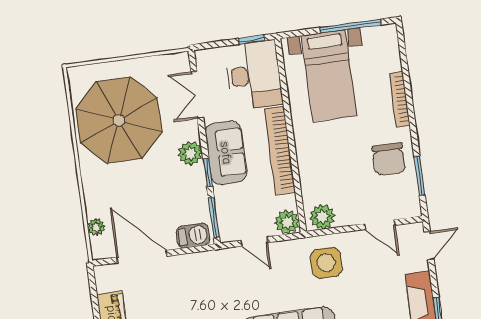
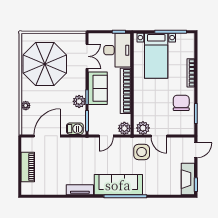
double door: (197, 95) -> (87, 56), swing flipped
plant: (190, 153) -> (79, 101), moved
chair: (389, 159) -> (181, 103), turned 180
door: (380, 225) -> (159, 136), moved
plant: (96, 227) -> (26, 106), moved
door: (254, 241) -> (106, 136), hinge flipped
door: (142, 257) -> (47, 136), hinge flipped

